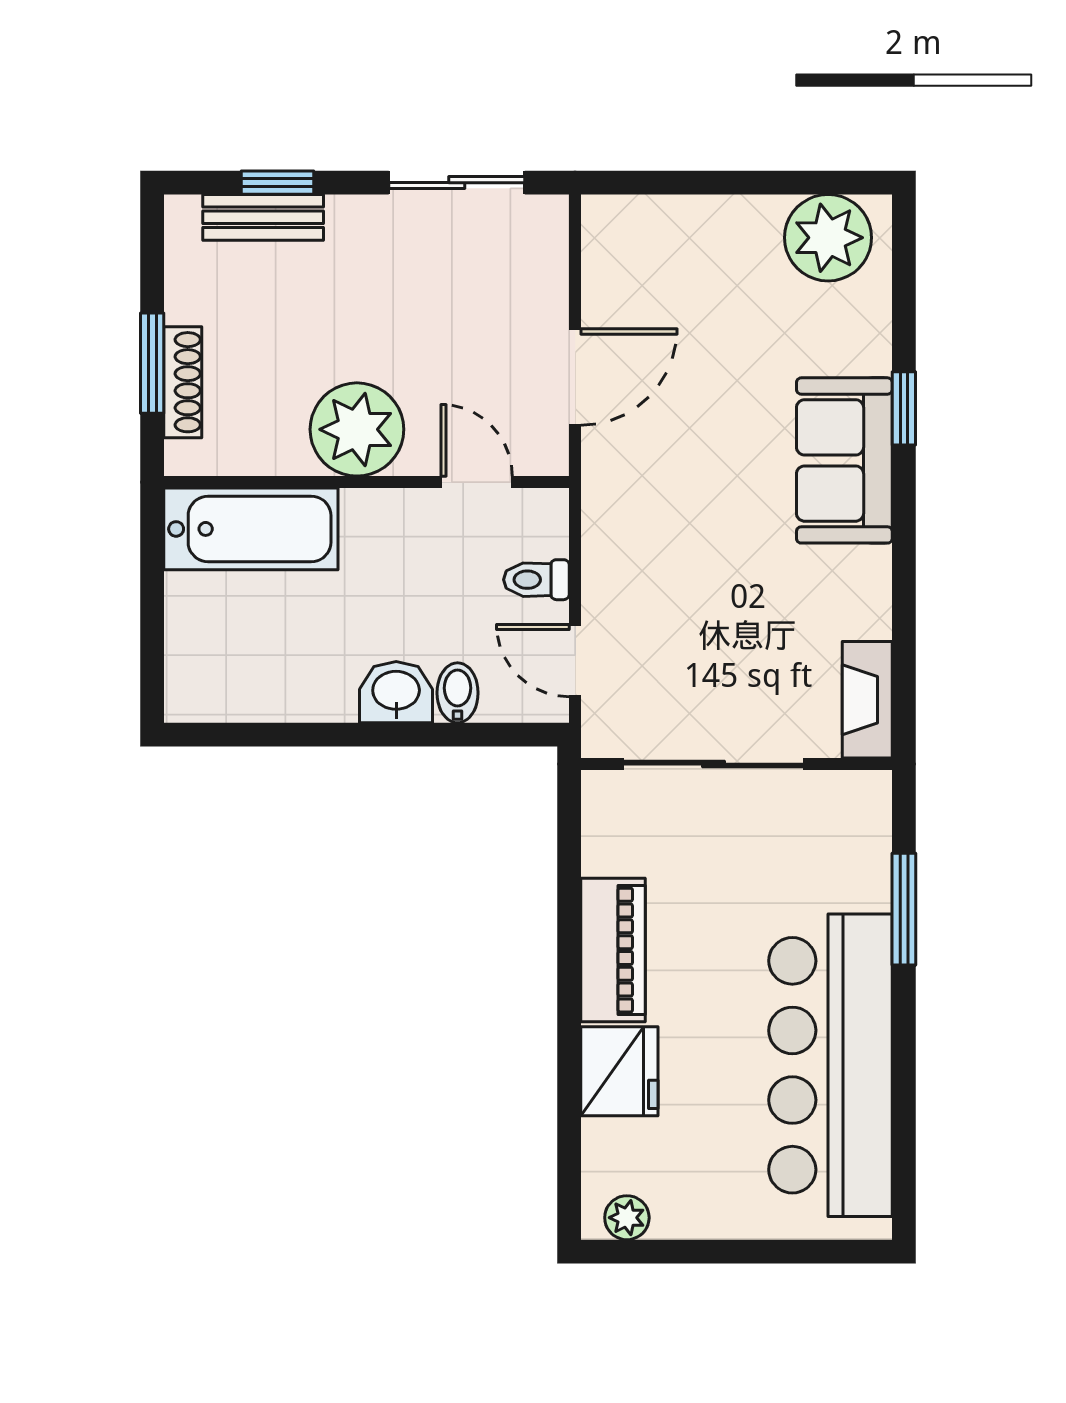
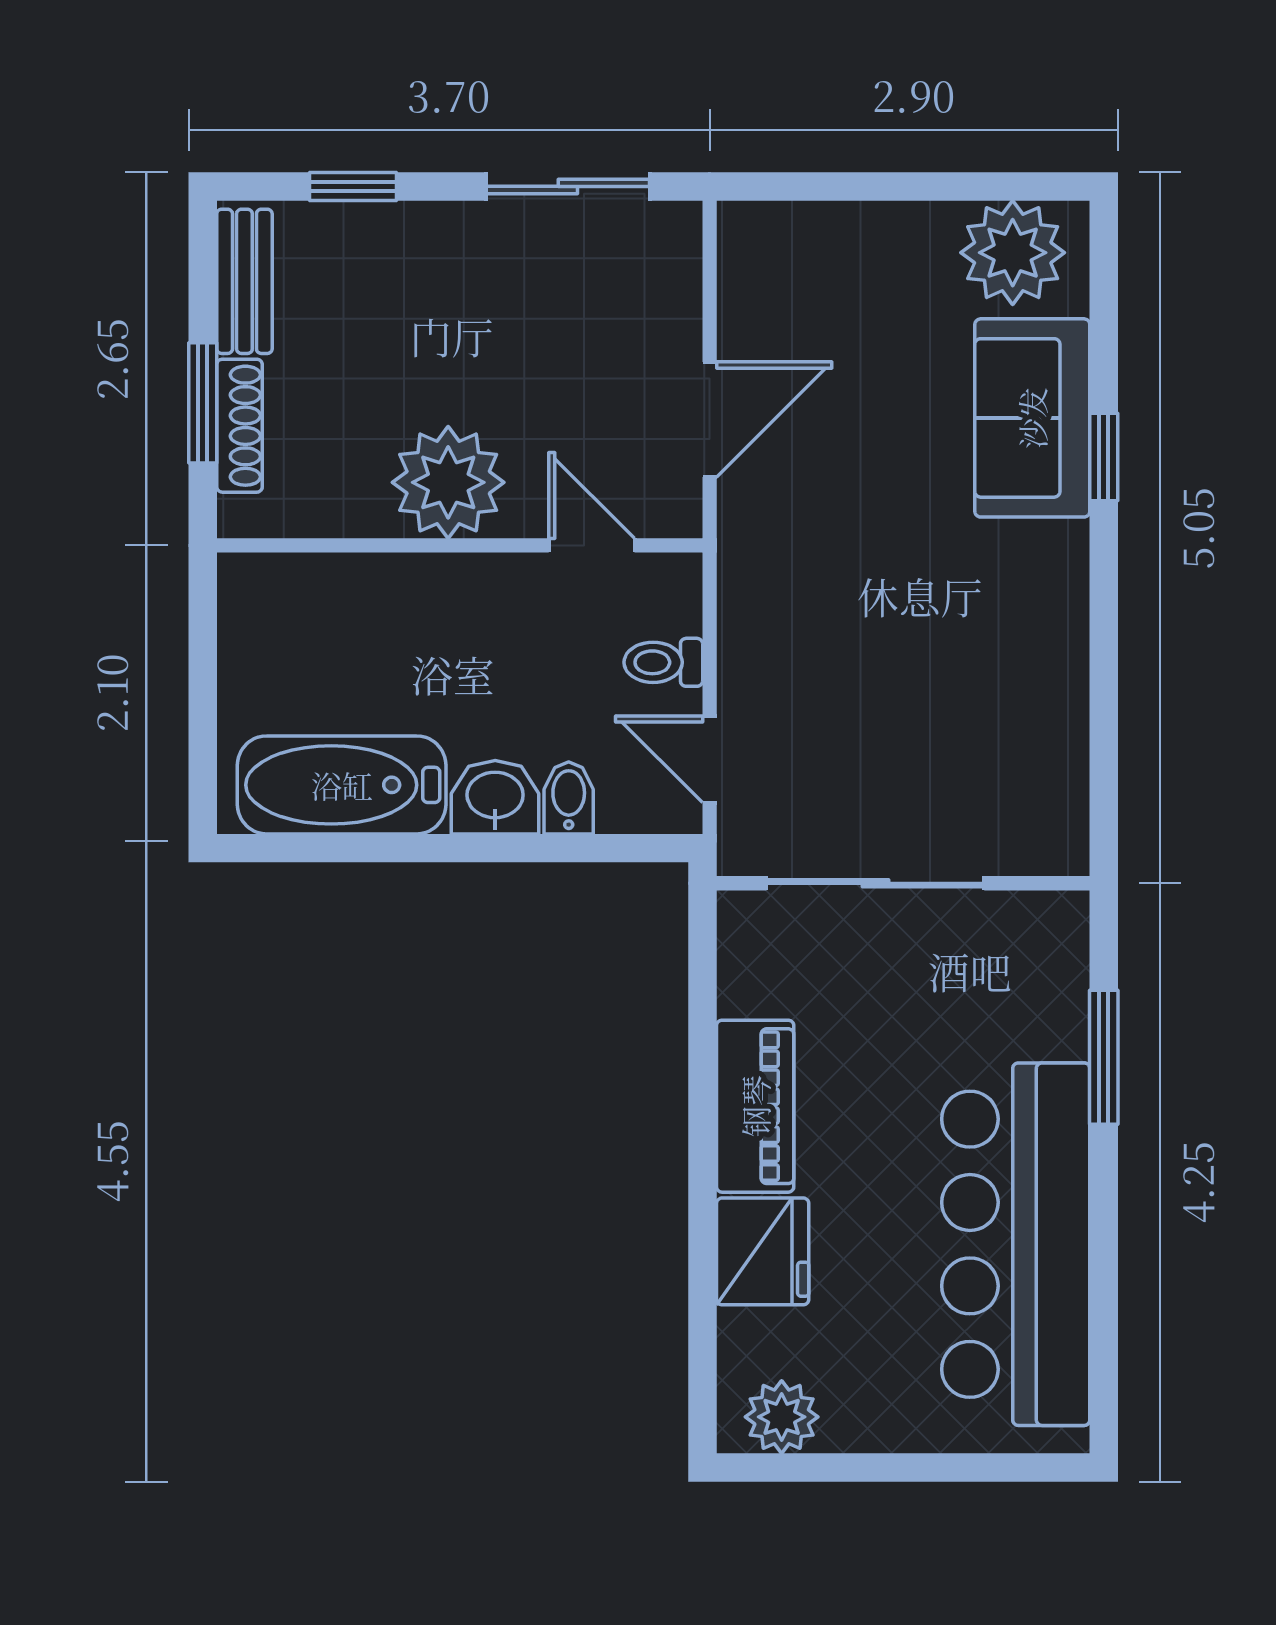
bench: (263, 217) -> (244, 281), moved, turned 90
sofa: (844, 460) -> (1032, 418), moved
bathtub: (251, 529) -> (342, 785), moved, turned 180
fireplace: (867, 700) -> (1060, 806), removed
plant: (627, 1218) -> (782, 1417), width x1.38, depth x1.38

